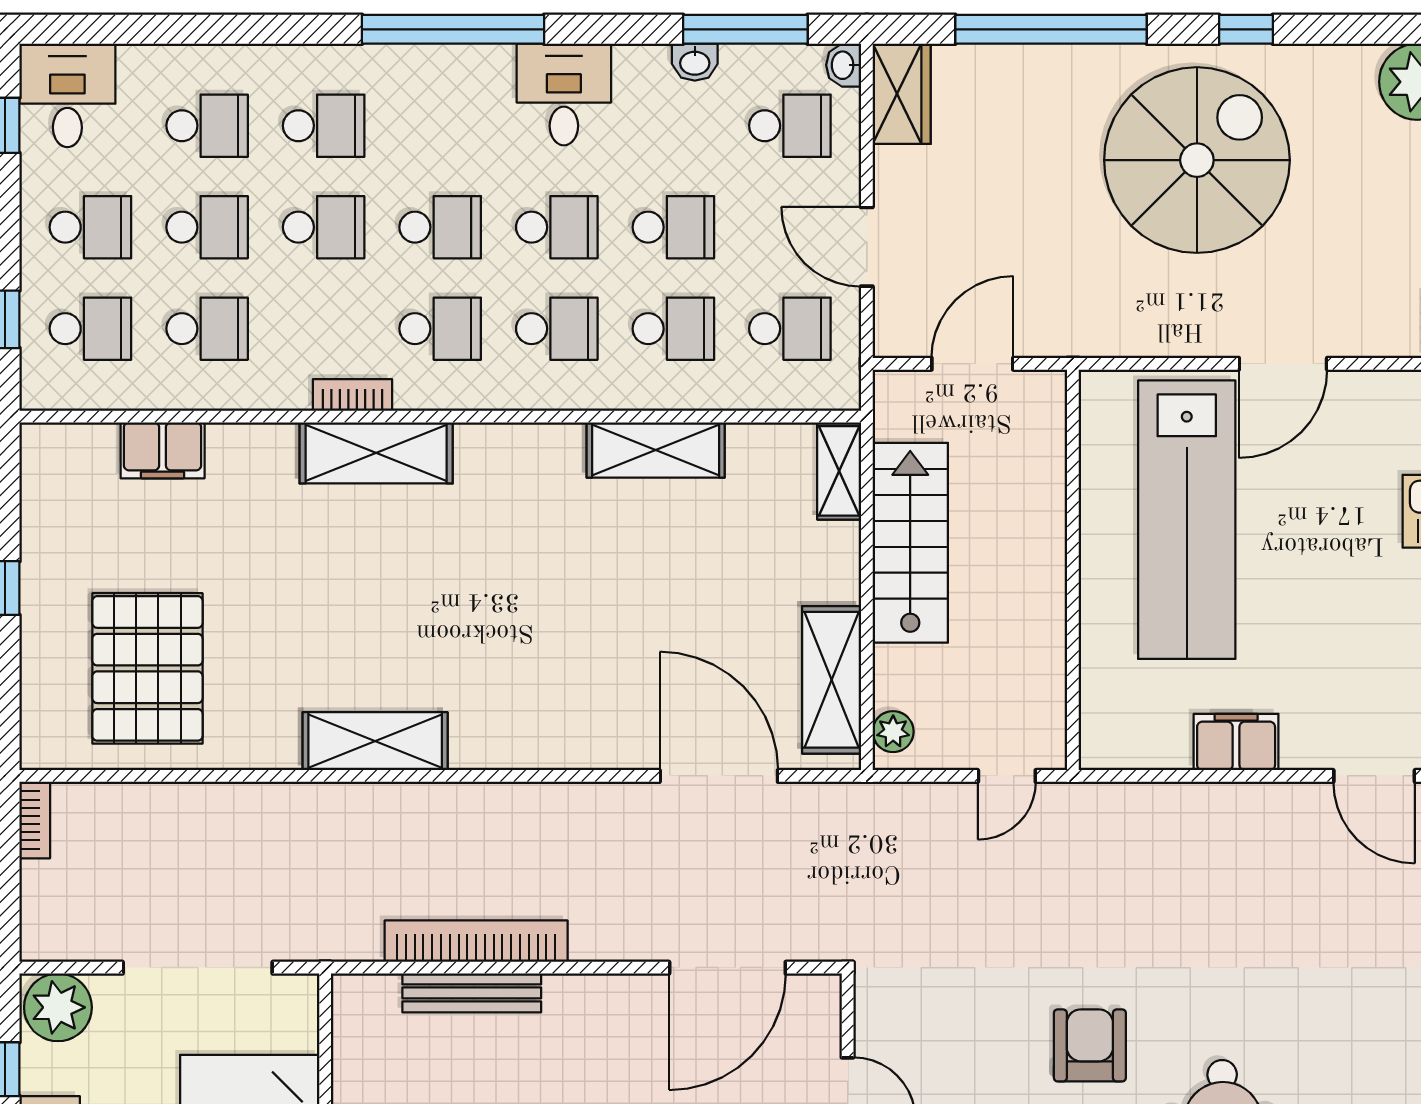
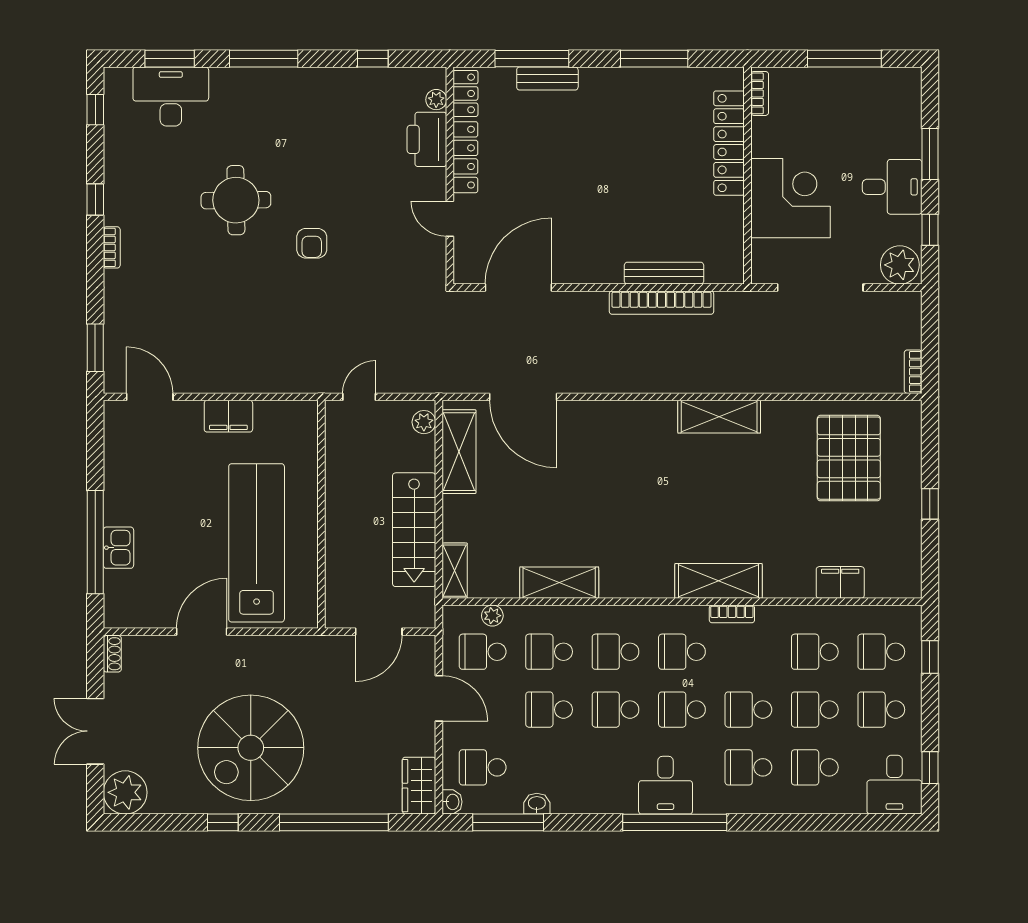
desk: (564, 94) -> (666, 785), moved
plant: (773, 392) -> (492, 616), added
armchair: (1090, 1045) -> (312, 243), width x0.72, depth x0.72

